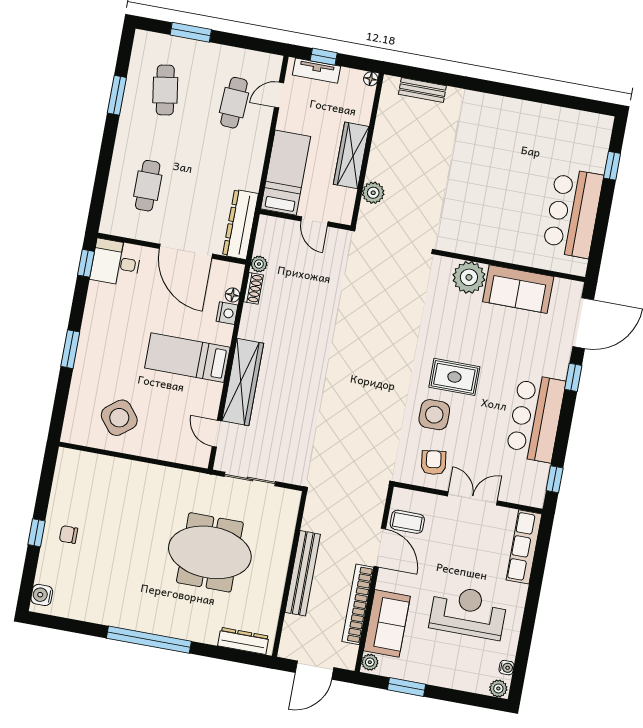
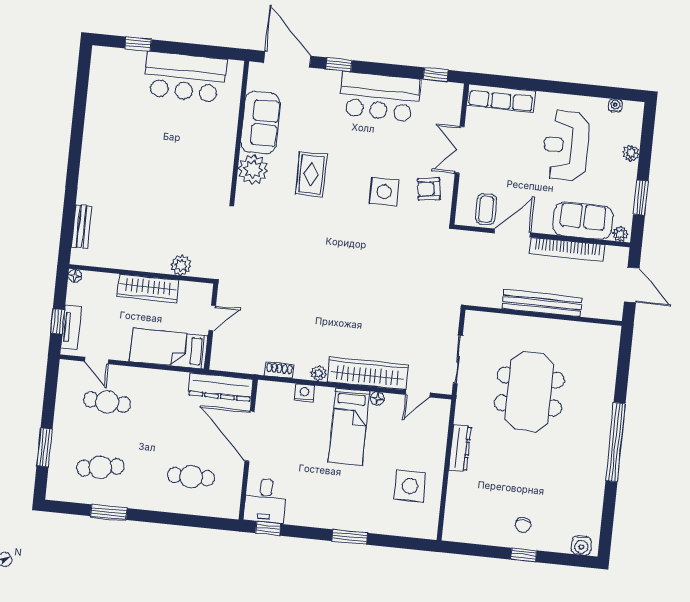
door: (186, 251) -> (250, 436), swing flipped
plant: (259, 264) -> (319, 373), moved
floor lamp: (233, 295) -> (377, 399), moved
rug: (454, 377) -> (311, 174), moved
side table: (119, 418) -> (410, 486), turned 38
dresser: (243, 641) -> (460, 448), moved, turned 180
plant: (498, 688) -> (631, 153), moved

